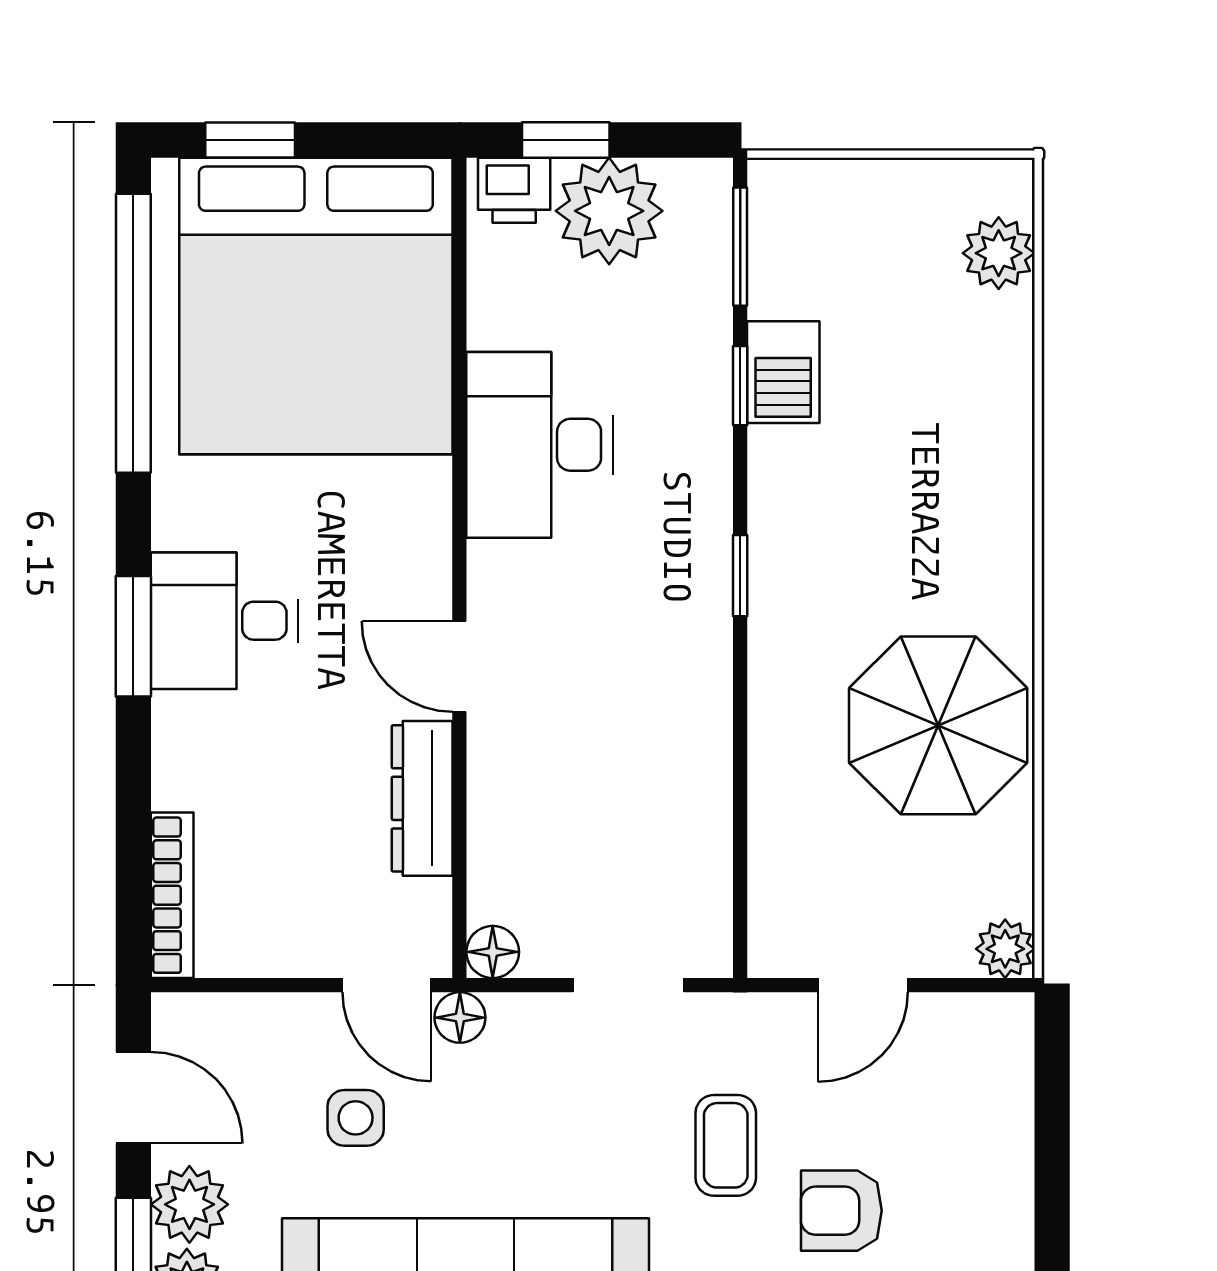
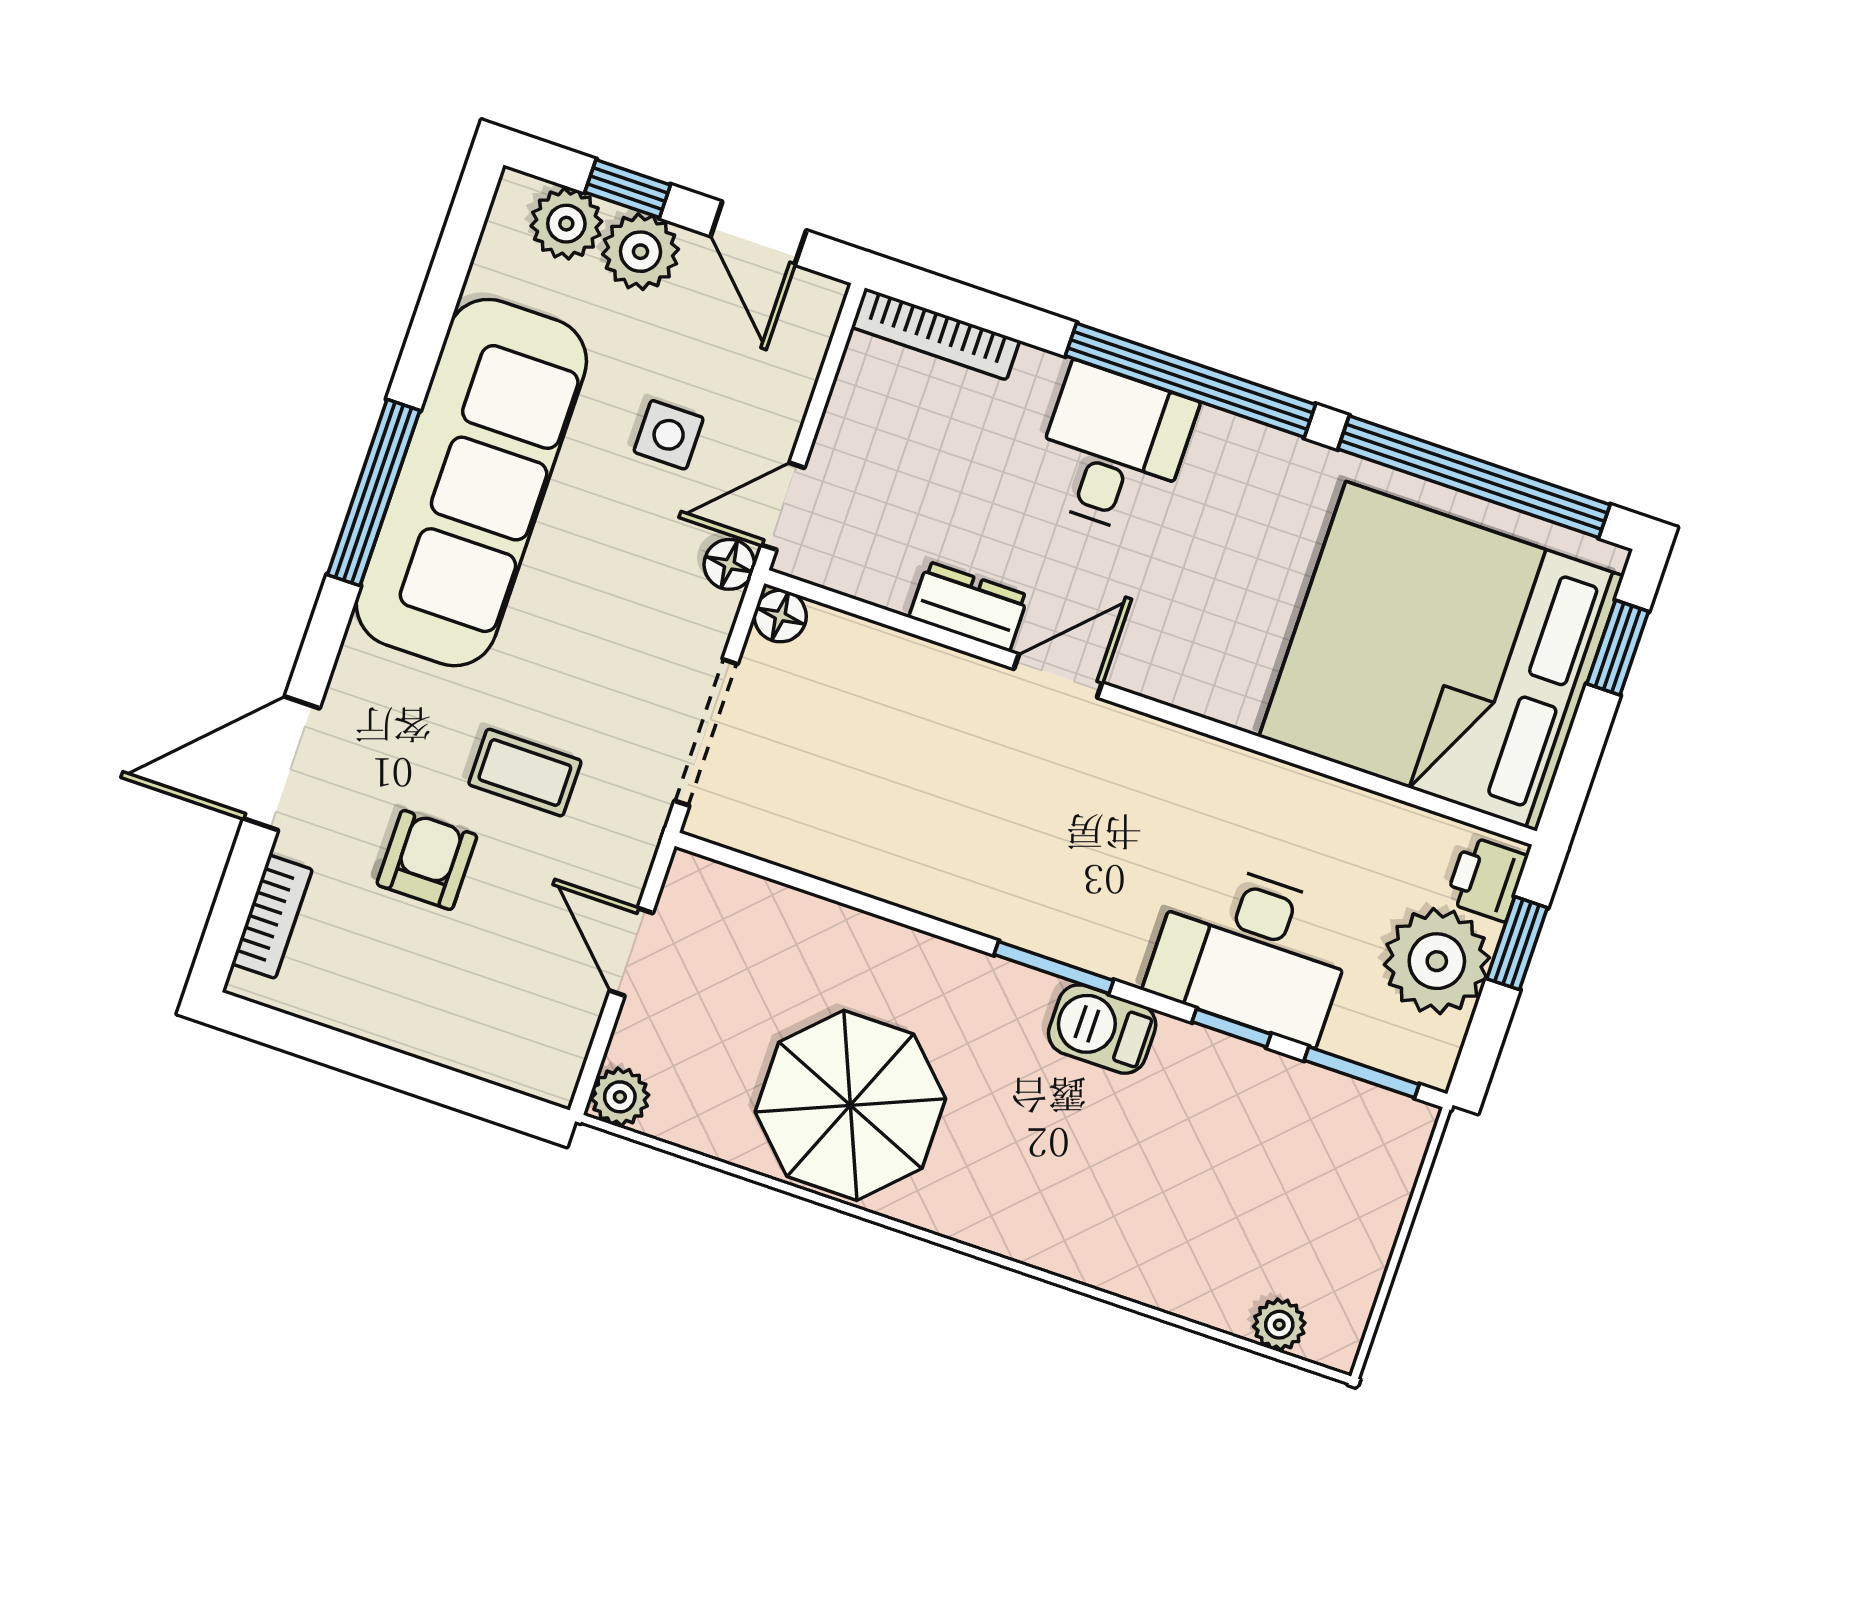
plant: (999, 253) -> (1279, 1325), width x0.73, depth x0.73
barbecue: (783, 372) -> (1102, 1029), moved
desk: (540, 445) -> (1252, 951), moved, turned 180
window: (740, 576) -> (1054, 967), width x1.50
desk: (225, 621) -> (1113, 449), moved
window: (133, 636) -> (1190, 380), width x2.11
dresser: (422, 798) -> (969, 606), width x0.70
doorway: (628, 985) -> (706, 732), width x1.38
door: (133, 1098) -> (758, 233), hinge flipped

